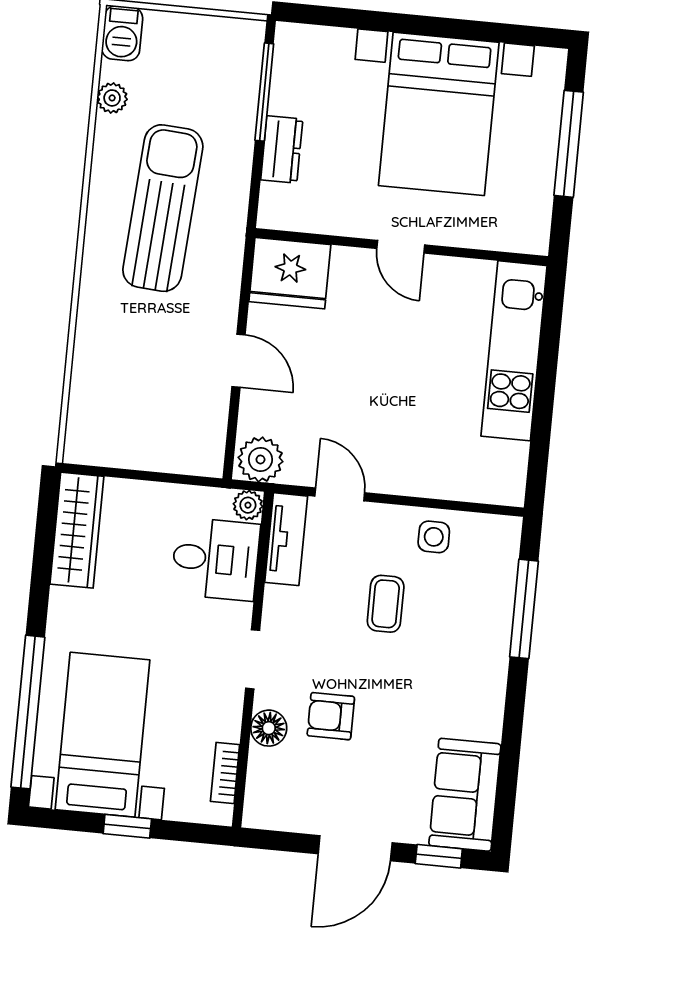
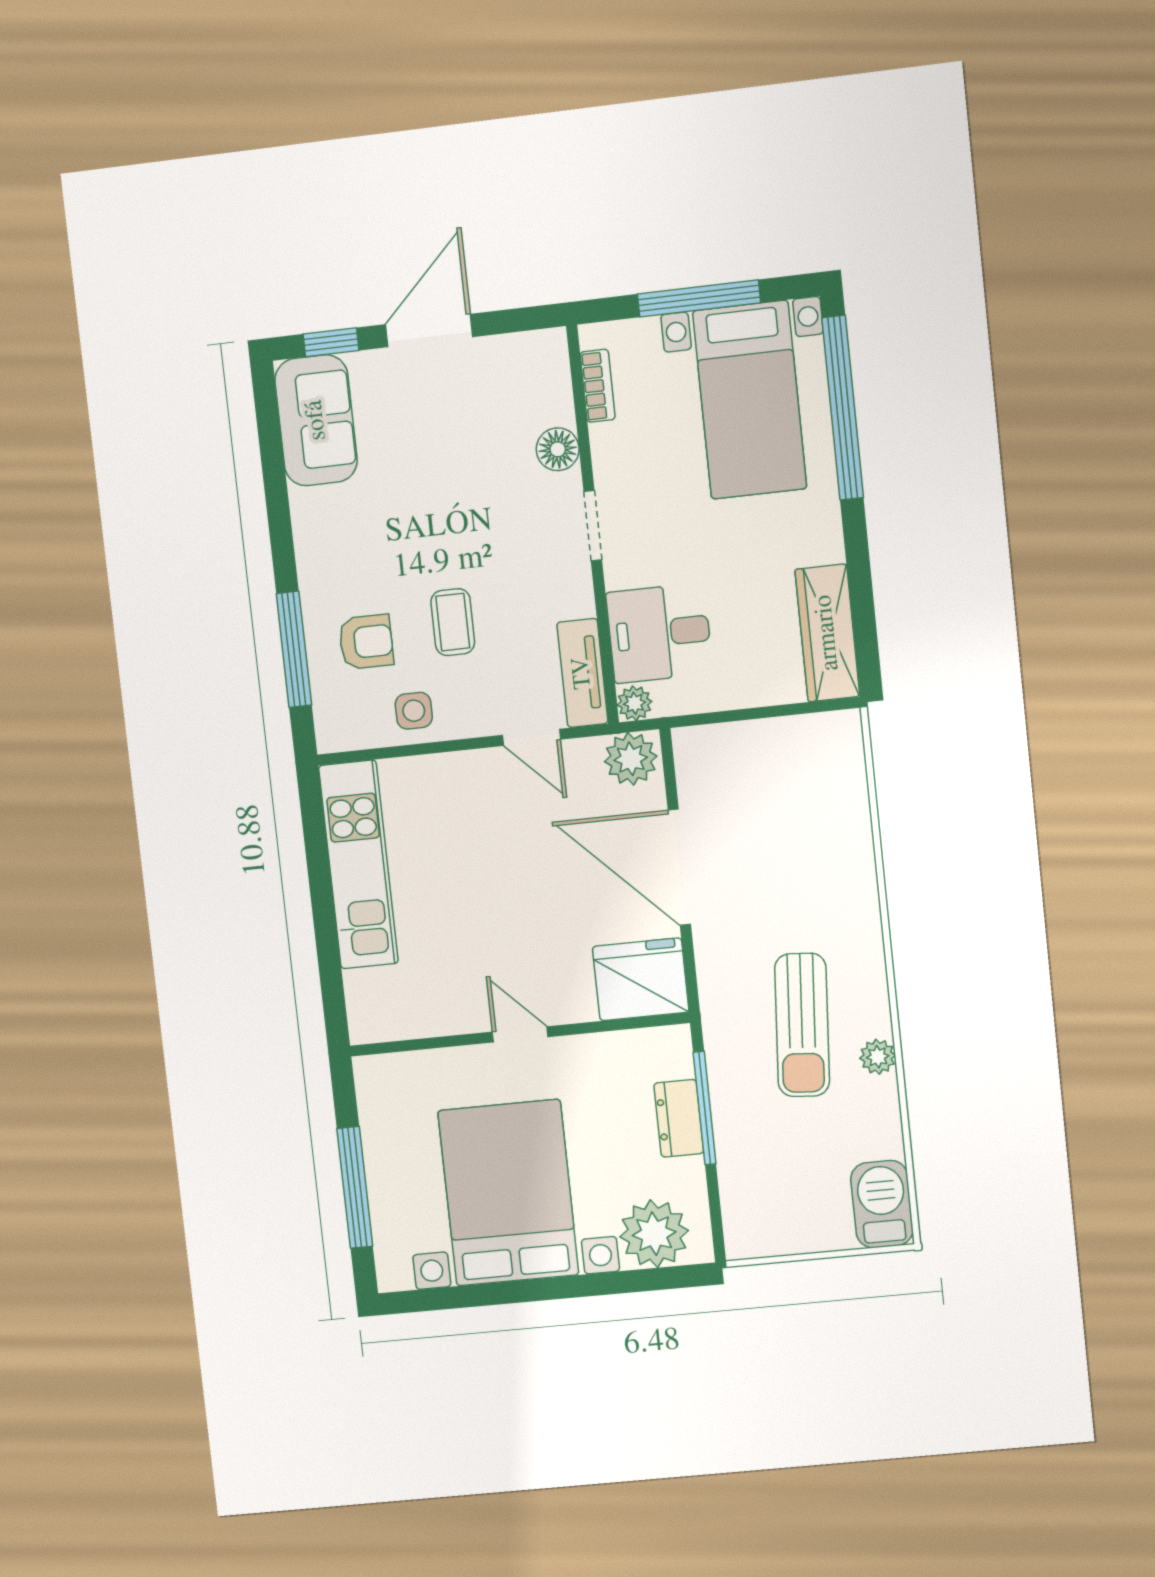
barbecue: (122, 33) -> (882, 1204), width x1.38, depth x1.27
plant: (322, 55) -> (654, 1234), added
window: (264, 92) -> (705, 1108), moved
plant: (112, 98) -> (878, 1057), moved
sun lounger: (163, 208) -> (802, 1025), width x0.73, depth x0.75
kitchen unit: (514, 351) -> (358, 865), moved
door: (238, 361) -> (679, 867), width x1.87
armchair: (331, 716) -> (366, 642), moved
window: (127, 826) -> (699, 298), width x2.17

